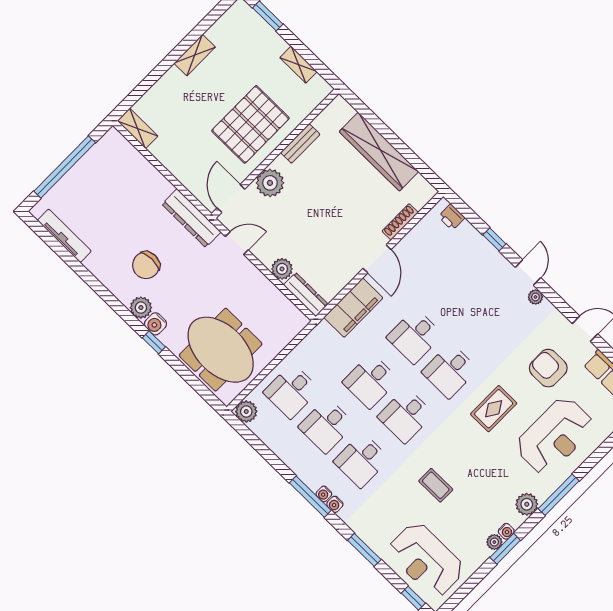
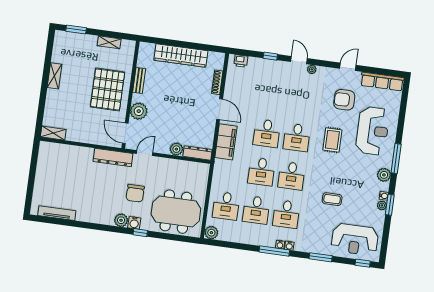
window: (65, 167) -> (32, 179), removed
chair: (146, 265) -> (135, 193), moved

